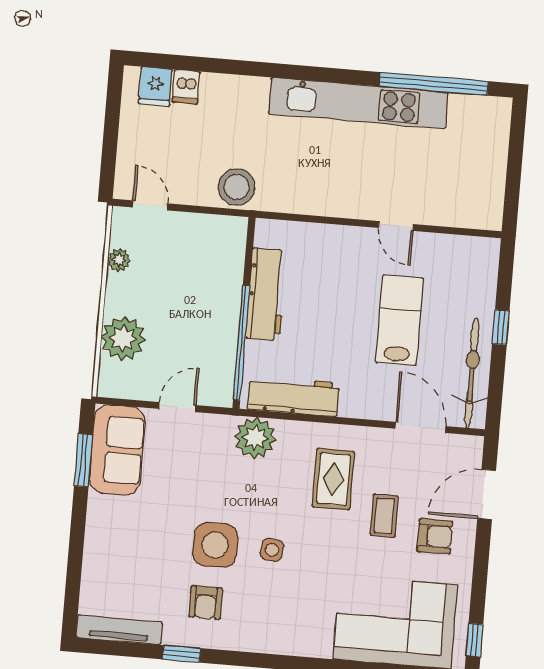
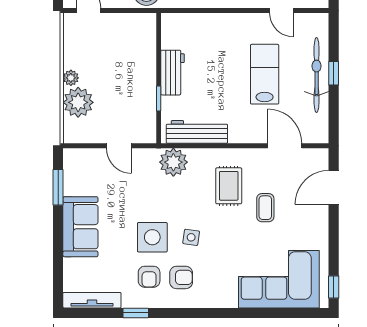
door: (396, 226) -> (281, 11), moved
plant: (119, 260) -> (71, 78), moved
workbench: (266, 294) -> (173, 73), width x0.73
window: (241, 343) -> (159, 99), width x0.32
bicycle: (472, 373) -> (317, 75), moved
door: (178, 407) -> (119, 146), swing flipped
sofa: (117, 450) -> (80, 227), moved
armchair: (435, 536) -> (181, 277), moved

